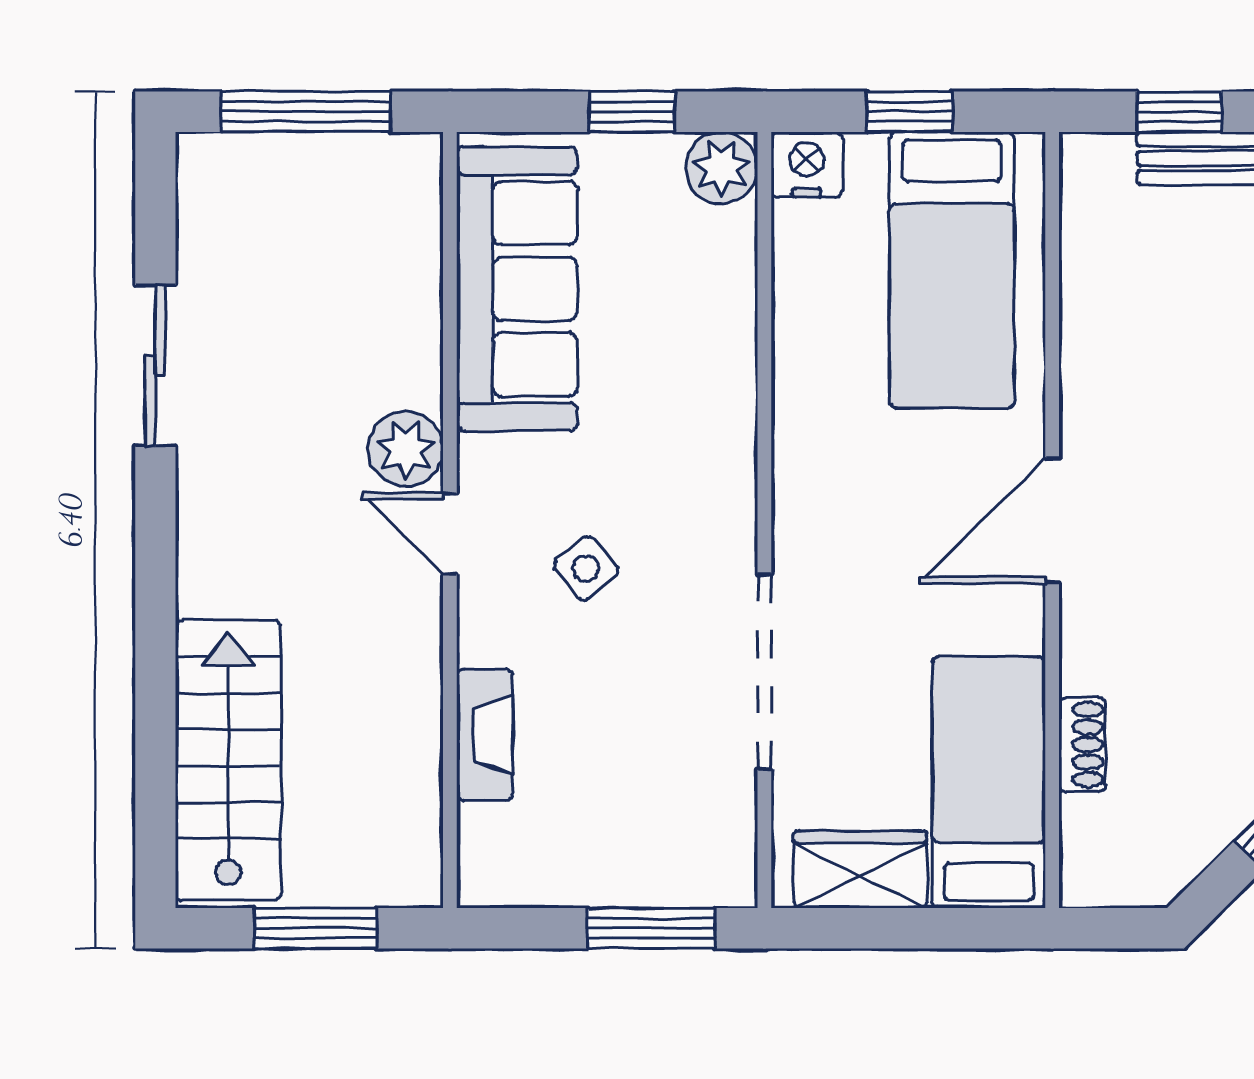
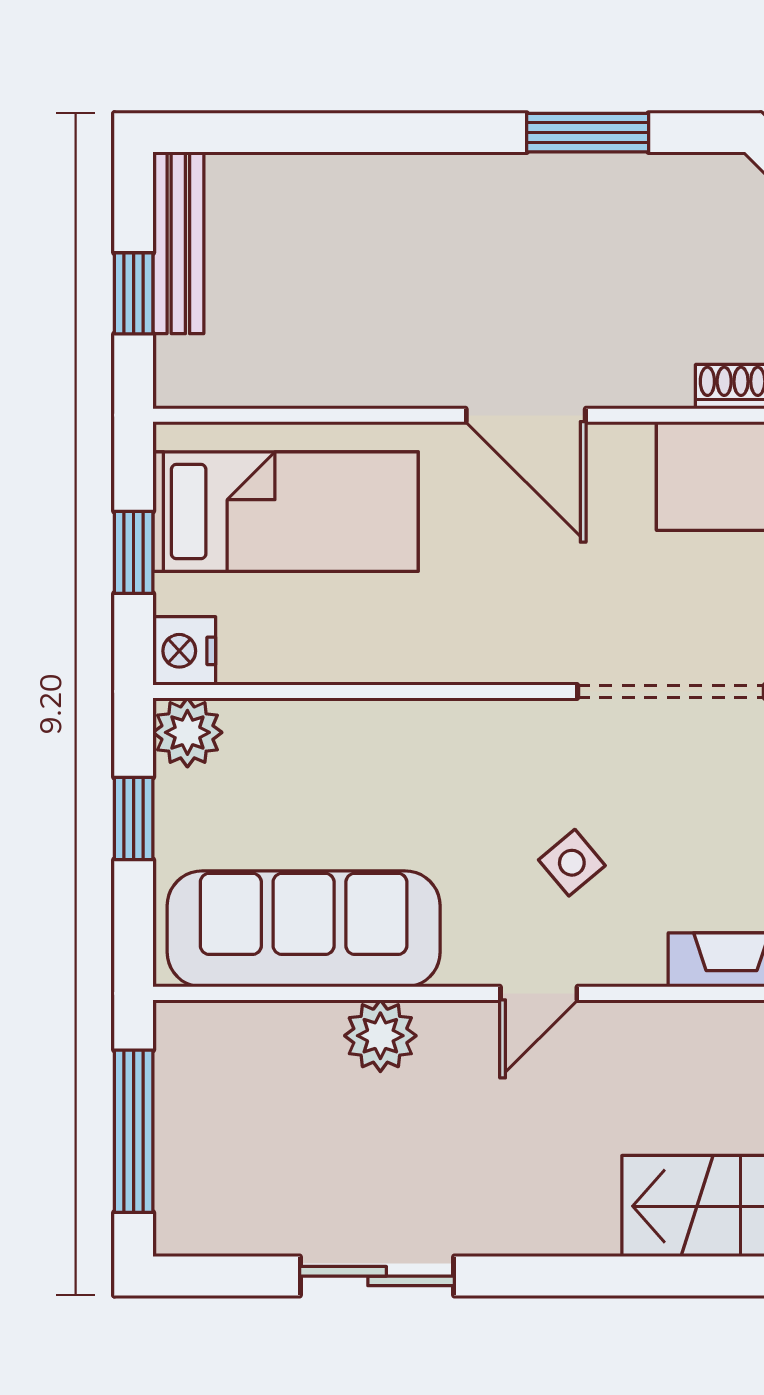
plant: (406, 449) -> (380, 1036), moved

